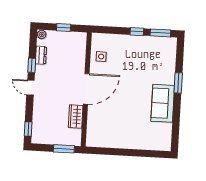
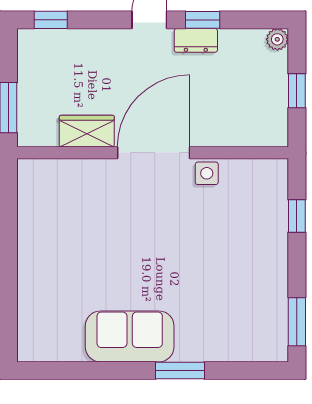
window: (137, 32) -> (297, 216), moved
dresser: (41, 55) -> (196, 40), moved
side table: (101, 57) -> (207, 173), moved
door: (86, 89) -> (154, 153), swing flipped

